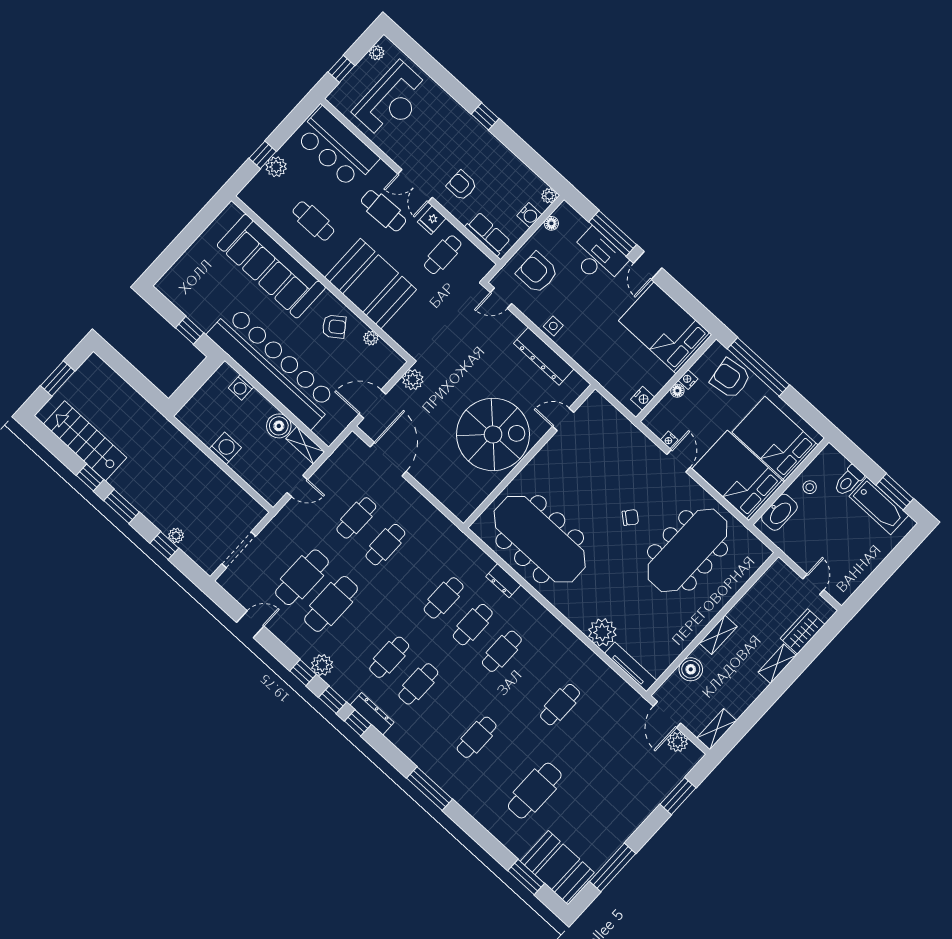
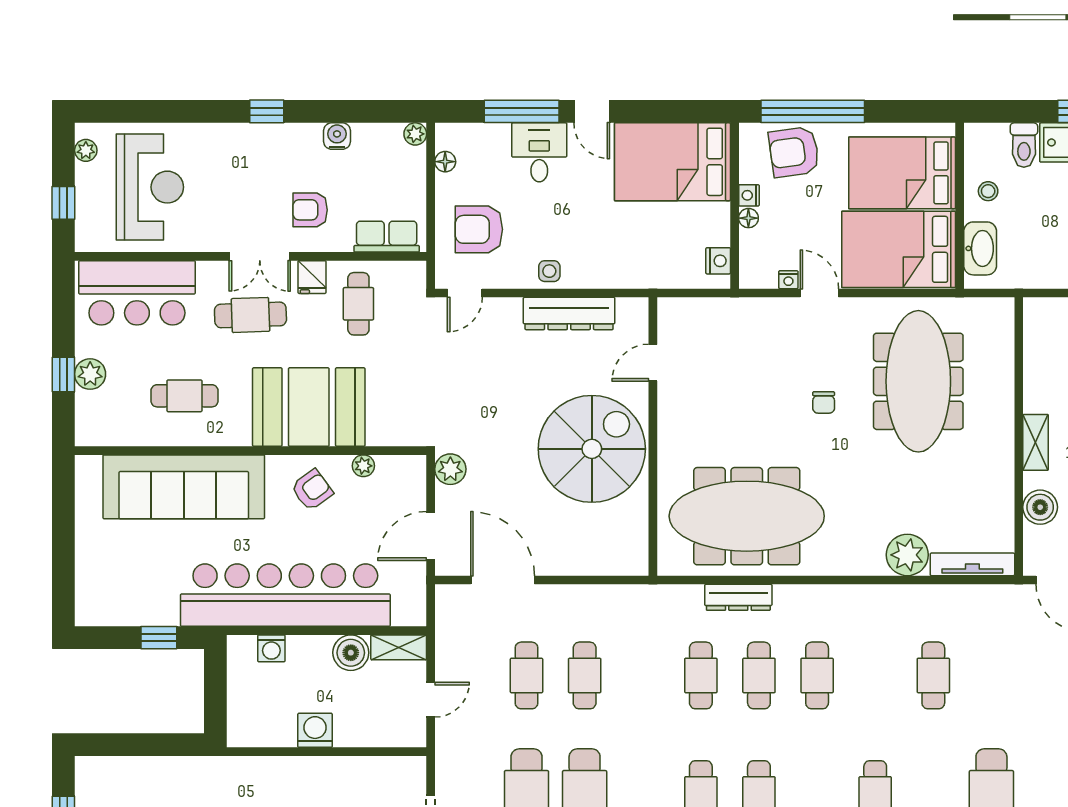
water cooler: (529, 215) -> (337, 136), moved, turned -90
desk: (598, 257) -> (539, 152), width x0.73
chair: (630, 518) -> (824, 402), turned 140
dresser: (503, 581) -> (738, 597), width x1.44

